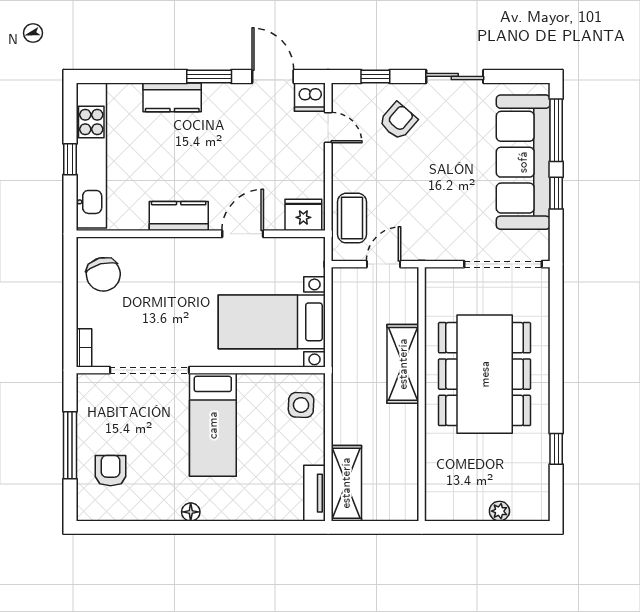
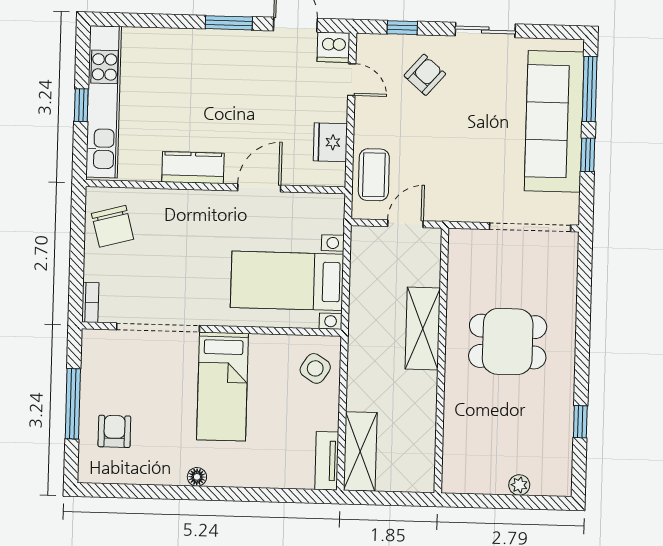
kitchen counter: (172, 97) -> (190, 43), removed
fridge: (303, 215) -> (330, 142), moved, turned -90
dining table: (485, 374) -> (508, 342), width x0.53, depth x0.80
side table: (301, 405) -> (315, 368), turned 31

